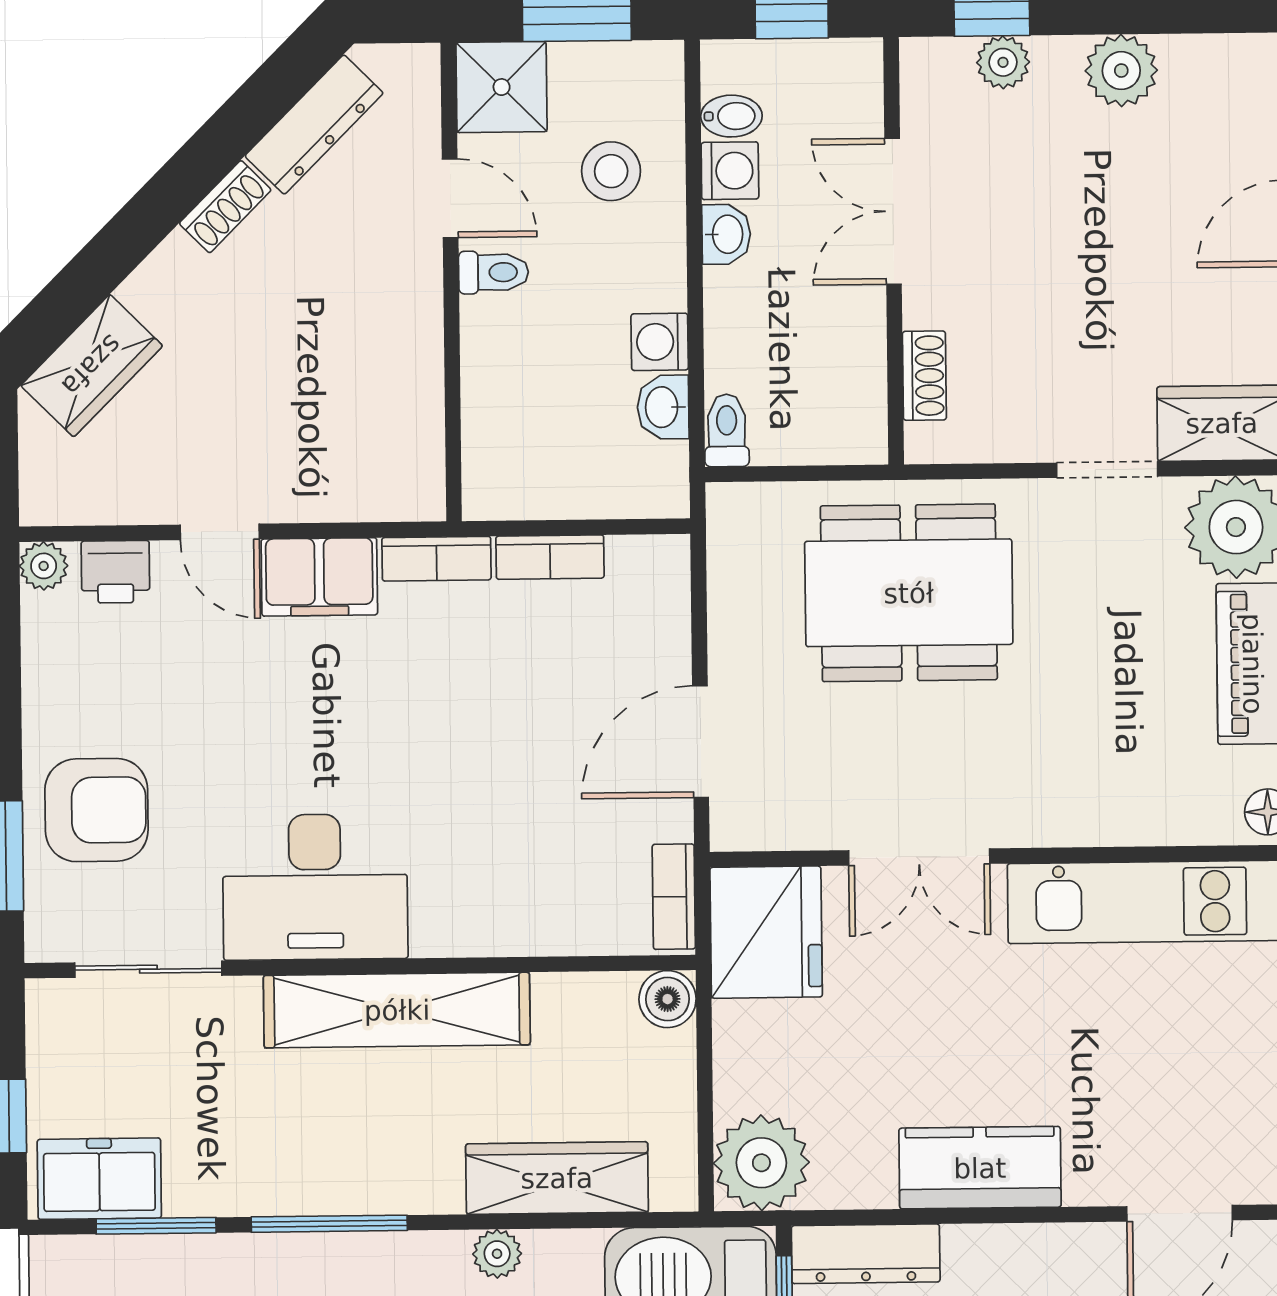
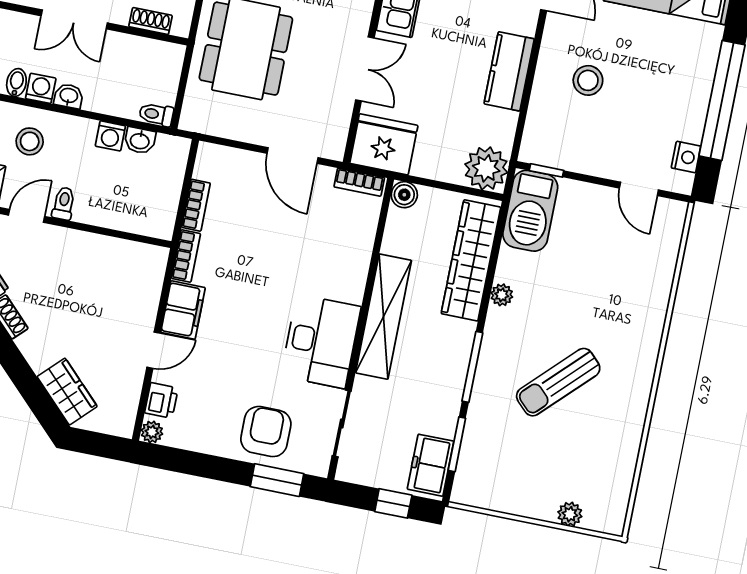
wardrobe: (557, 1178) -> (471, 260), width x1.40, depth x1.17
dresser: (866, 1254) -> (537, 130), removed

